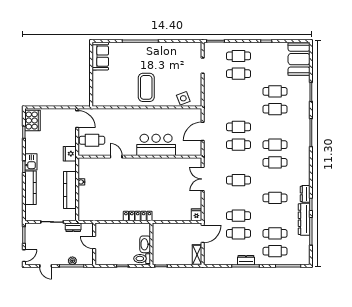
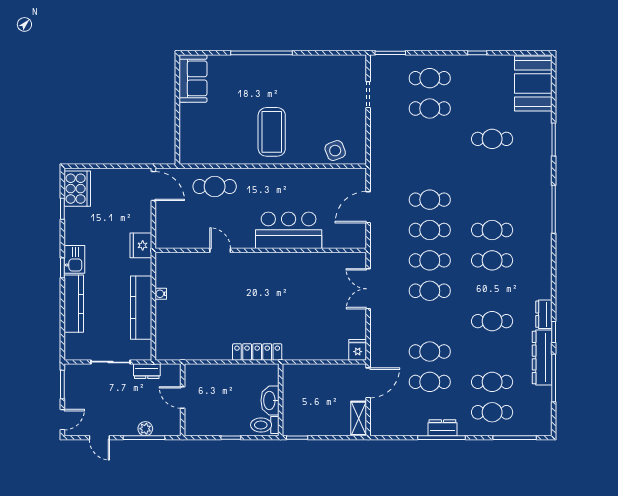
cafe table: (275, 109) -> (430, 260), moved
cafe table: (92, 140) -> (215, 187), moved

